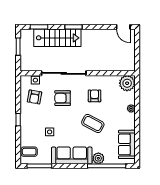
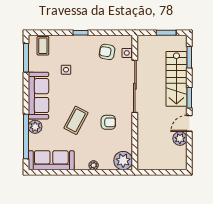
door: (123, 27) -> (189, 123), moved
plant: (108, 35) -> (180, 139), added
armchair: (63, 98) -> (106, 85), removed
sofa: (127, 144) -> (51, 160), width x1.36

